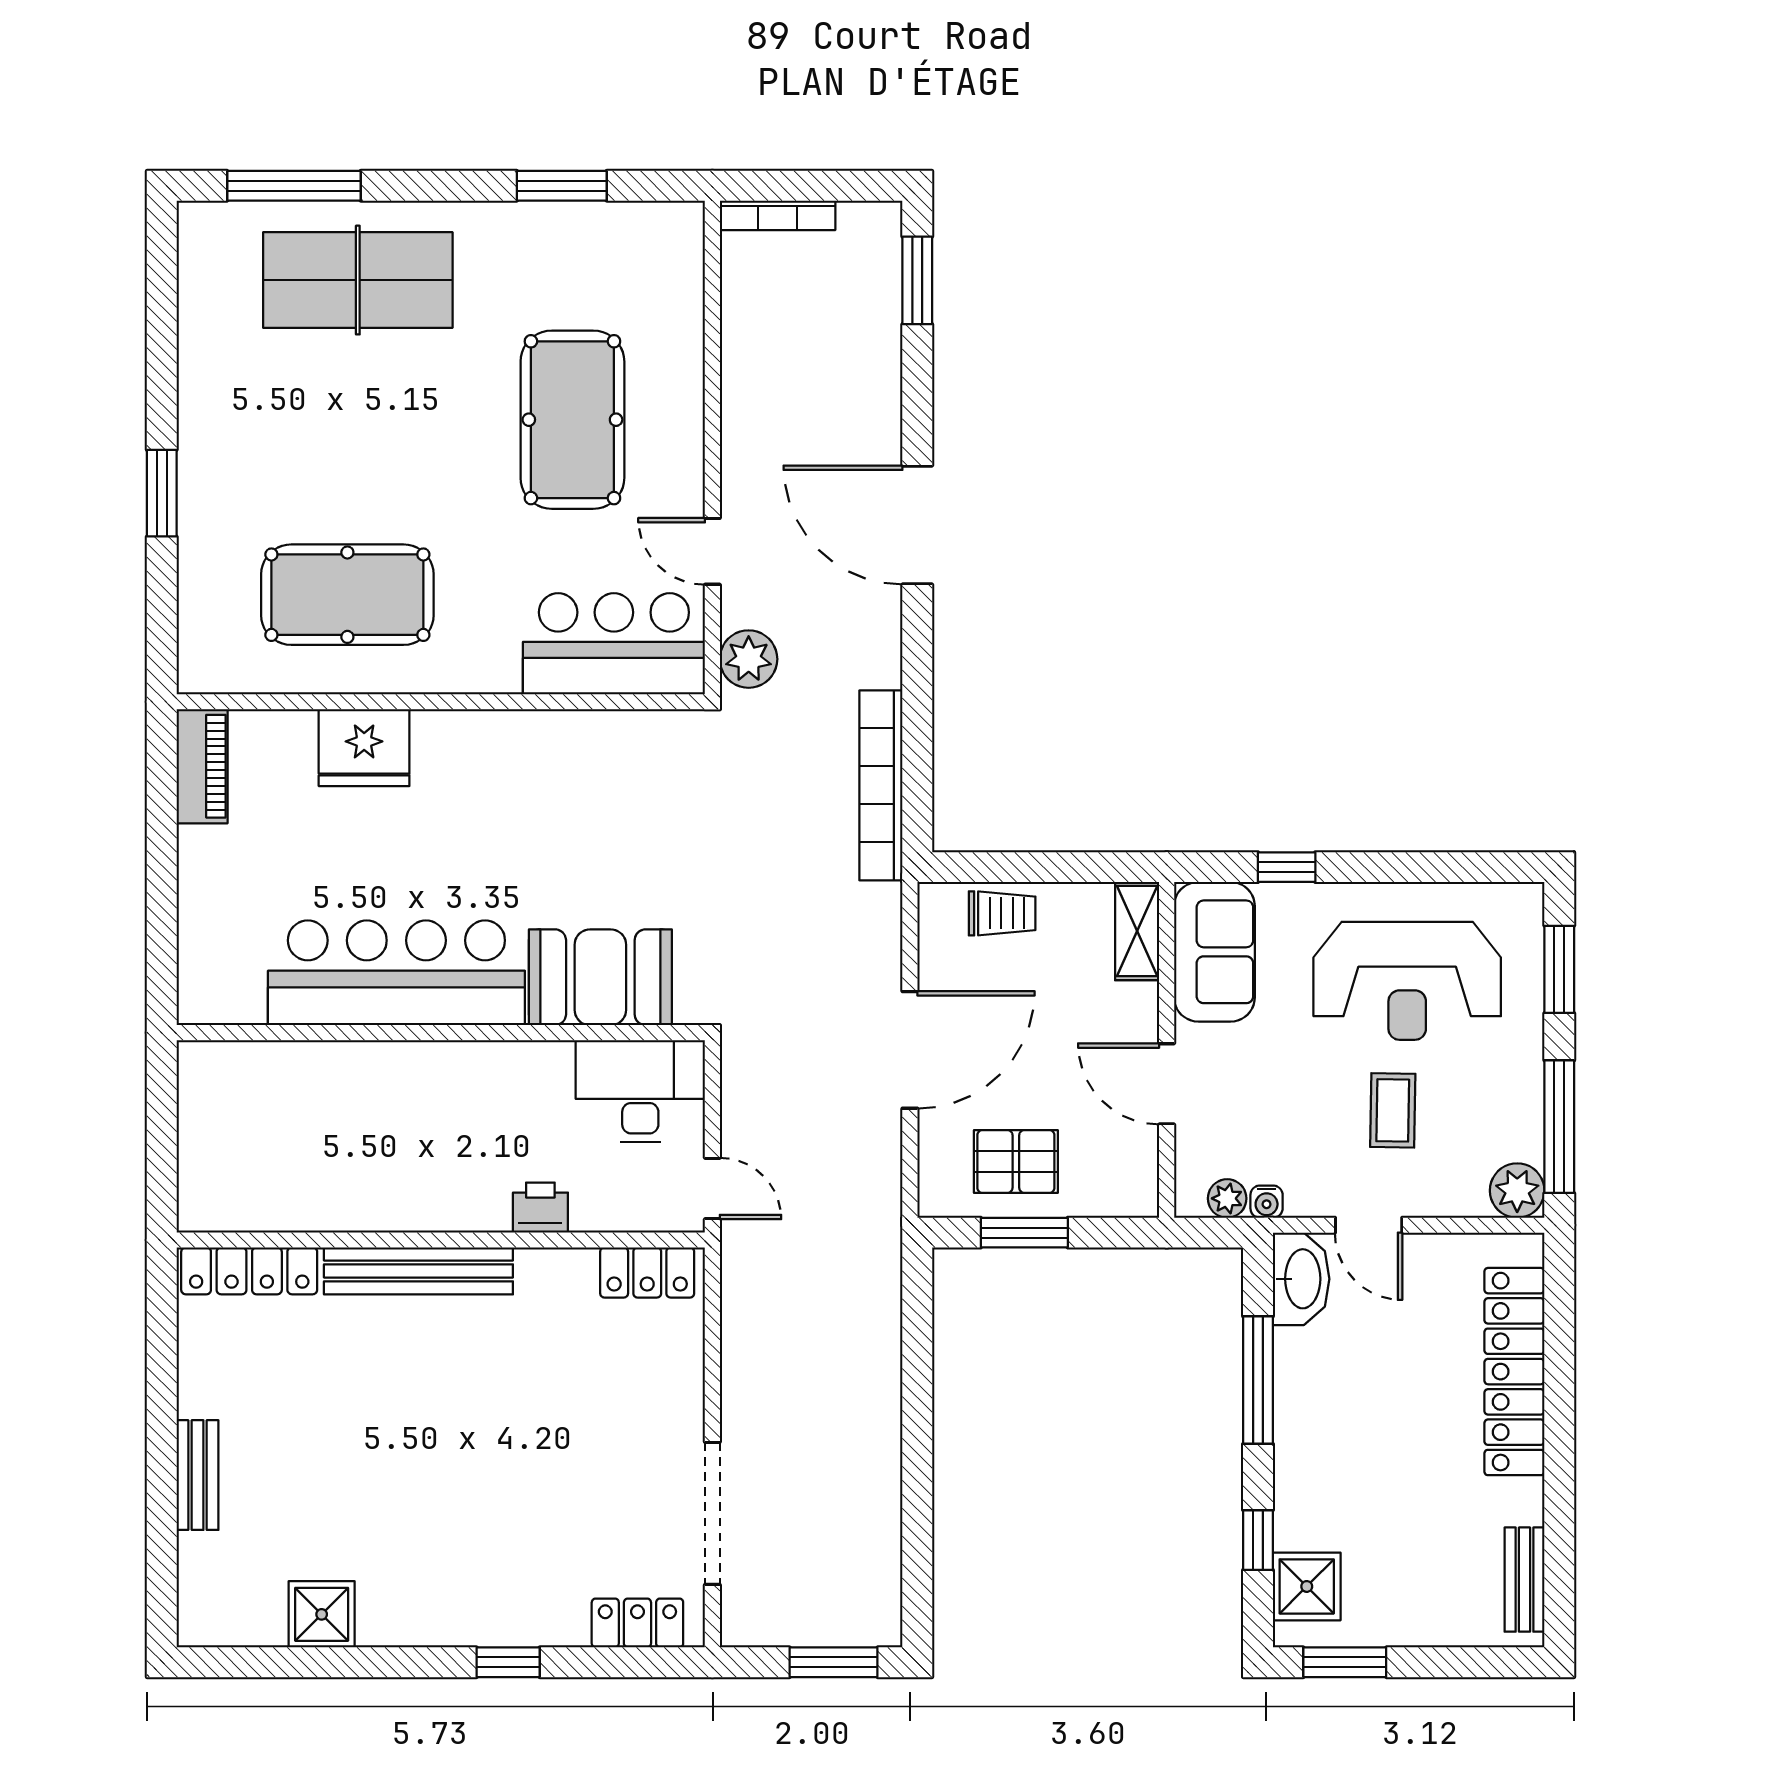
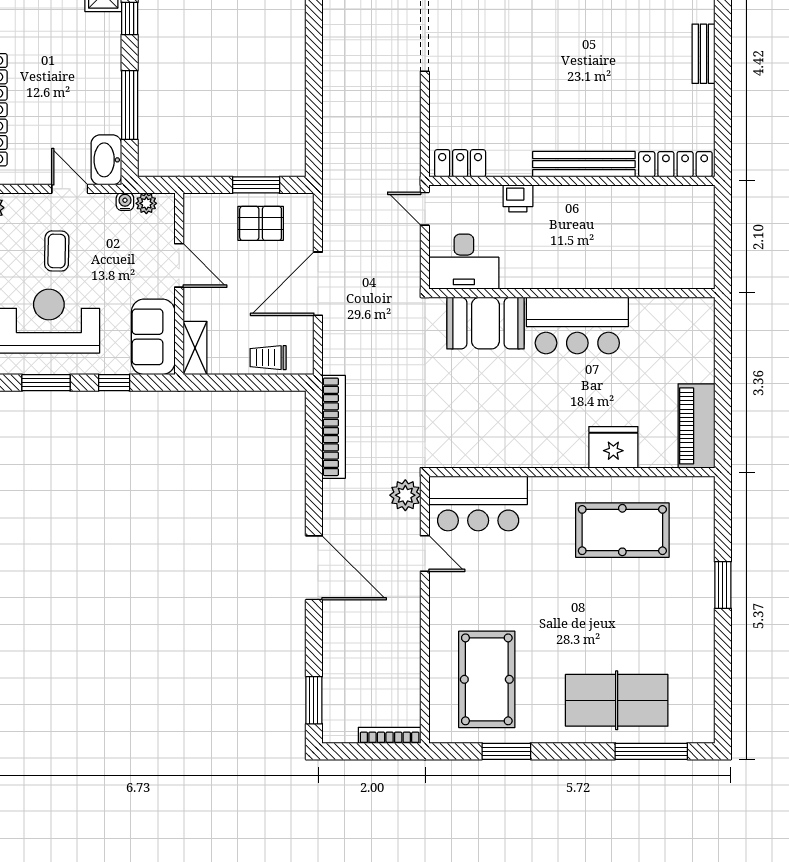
pool table: (572, 420) -> (487, 679), moved
piano: (202, 766) -> (696, 426), width x1.37, depth x1.33
window: (1412, 867) -> (46, 383), added
bar counter: (396, 973) -> (577, 325), width x0.73

